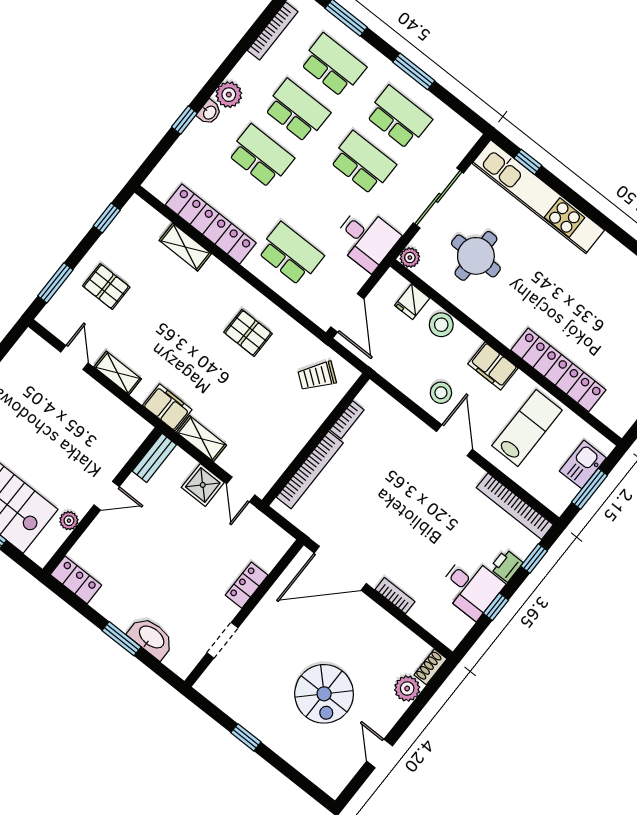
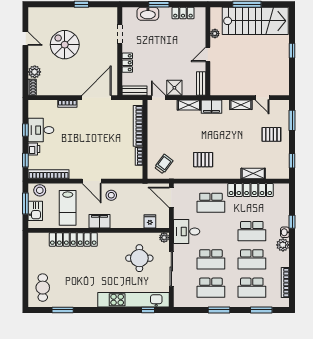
stool: (441, 325) -> (40, 190), moved
bench: (270, 531) -> (134, 91), added
locker: (76, 580) -> (183, 13), moved

